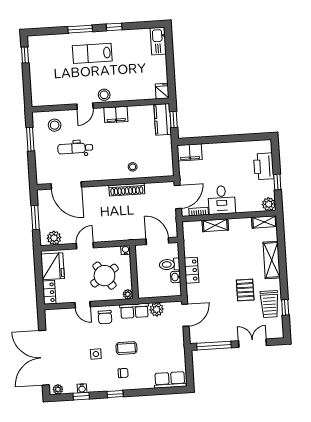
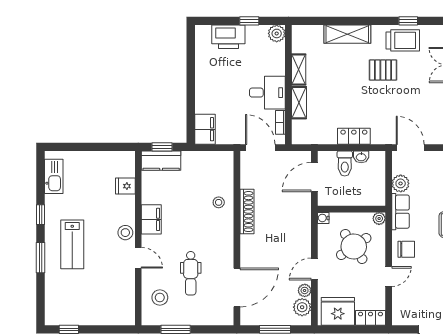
kitchen sink: (158, 41) -> (54, 176), moved, turned -90
fridge: (162, 91) -> (125, 186), moved
shelving: (264, 222) -> (299, 70), moved
plant: (67, 239) -> (305, 290), added
door: (85, 246) -> (314, 269), hinge flipped

